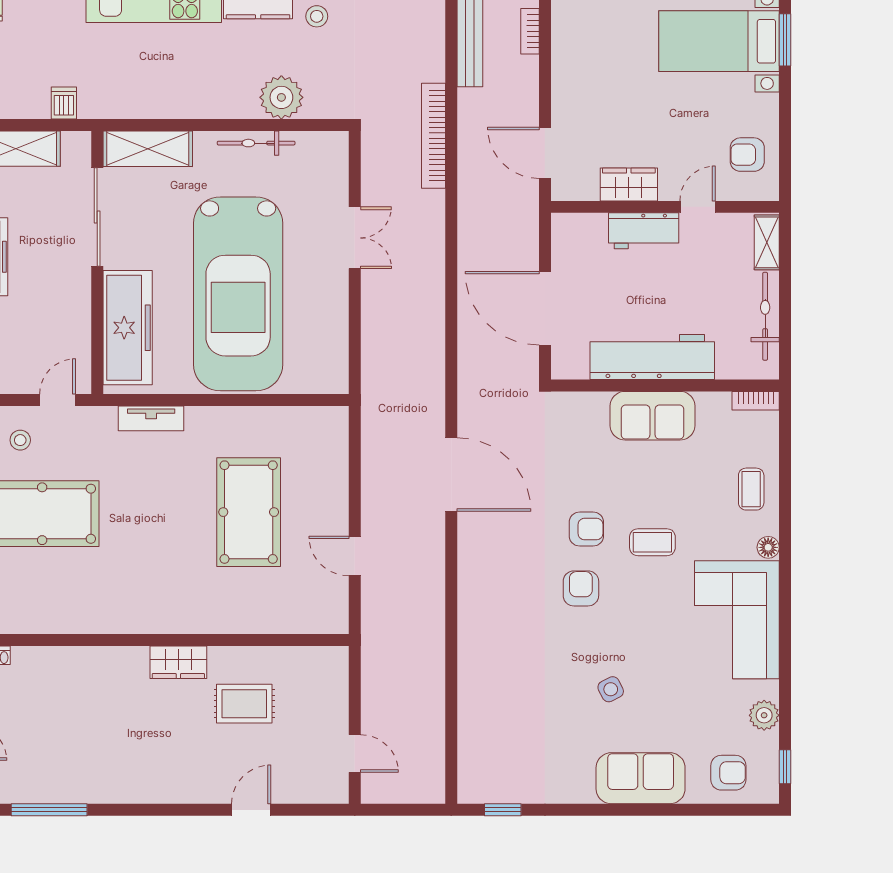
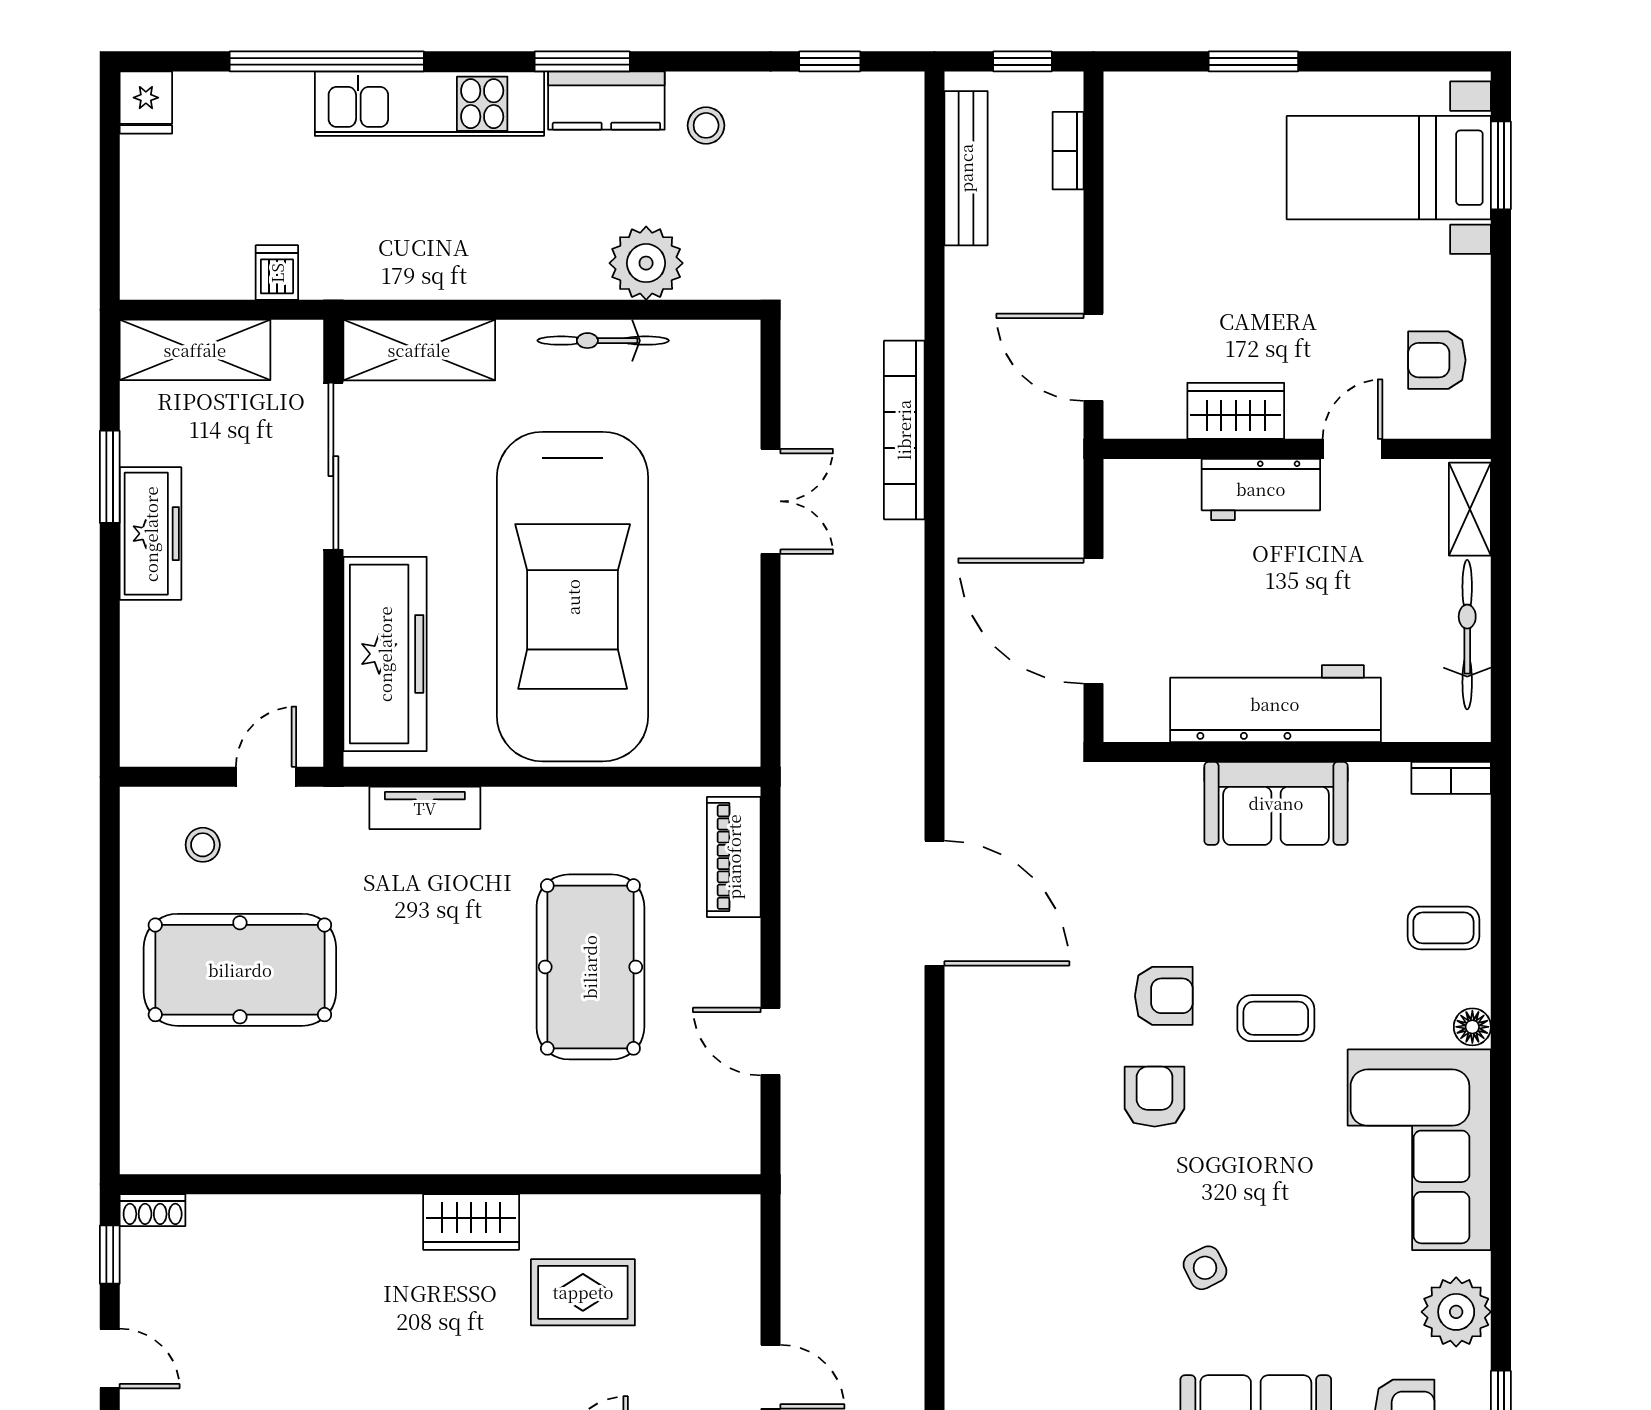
bookcase: (434, 136) -> (904, 430), moved
piano: (333, 447) -> (734, 857), added
coffee table: (751, 489) -> (1443, 928), turned 90
plant: (764, 715) -> (1456, 1312), width x1.36, depth x1.36

